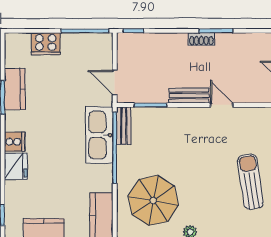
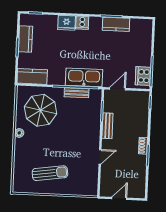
cooker: (46, 44) -> (143, 76), moved
bench: (189, 96) -> (107, 126), moved
bench: (124, 126) -> (77, 93), moved

